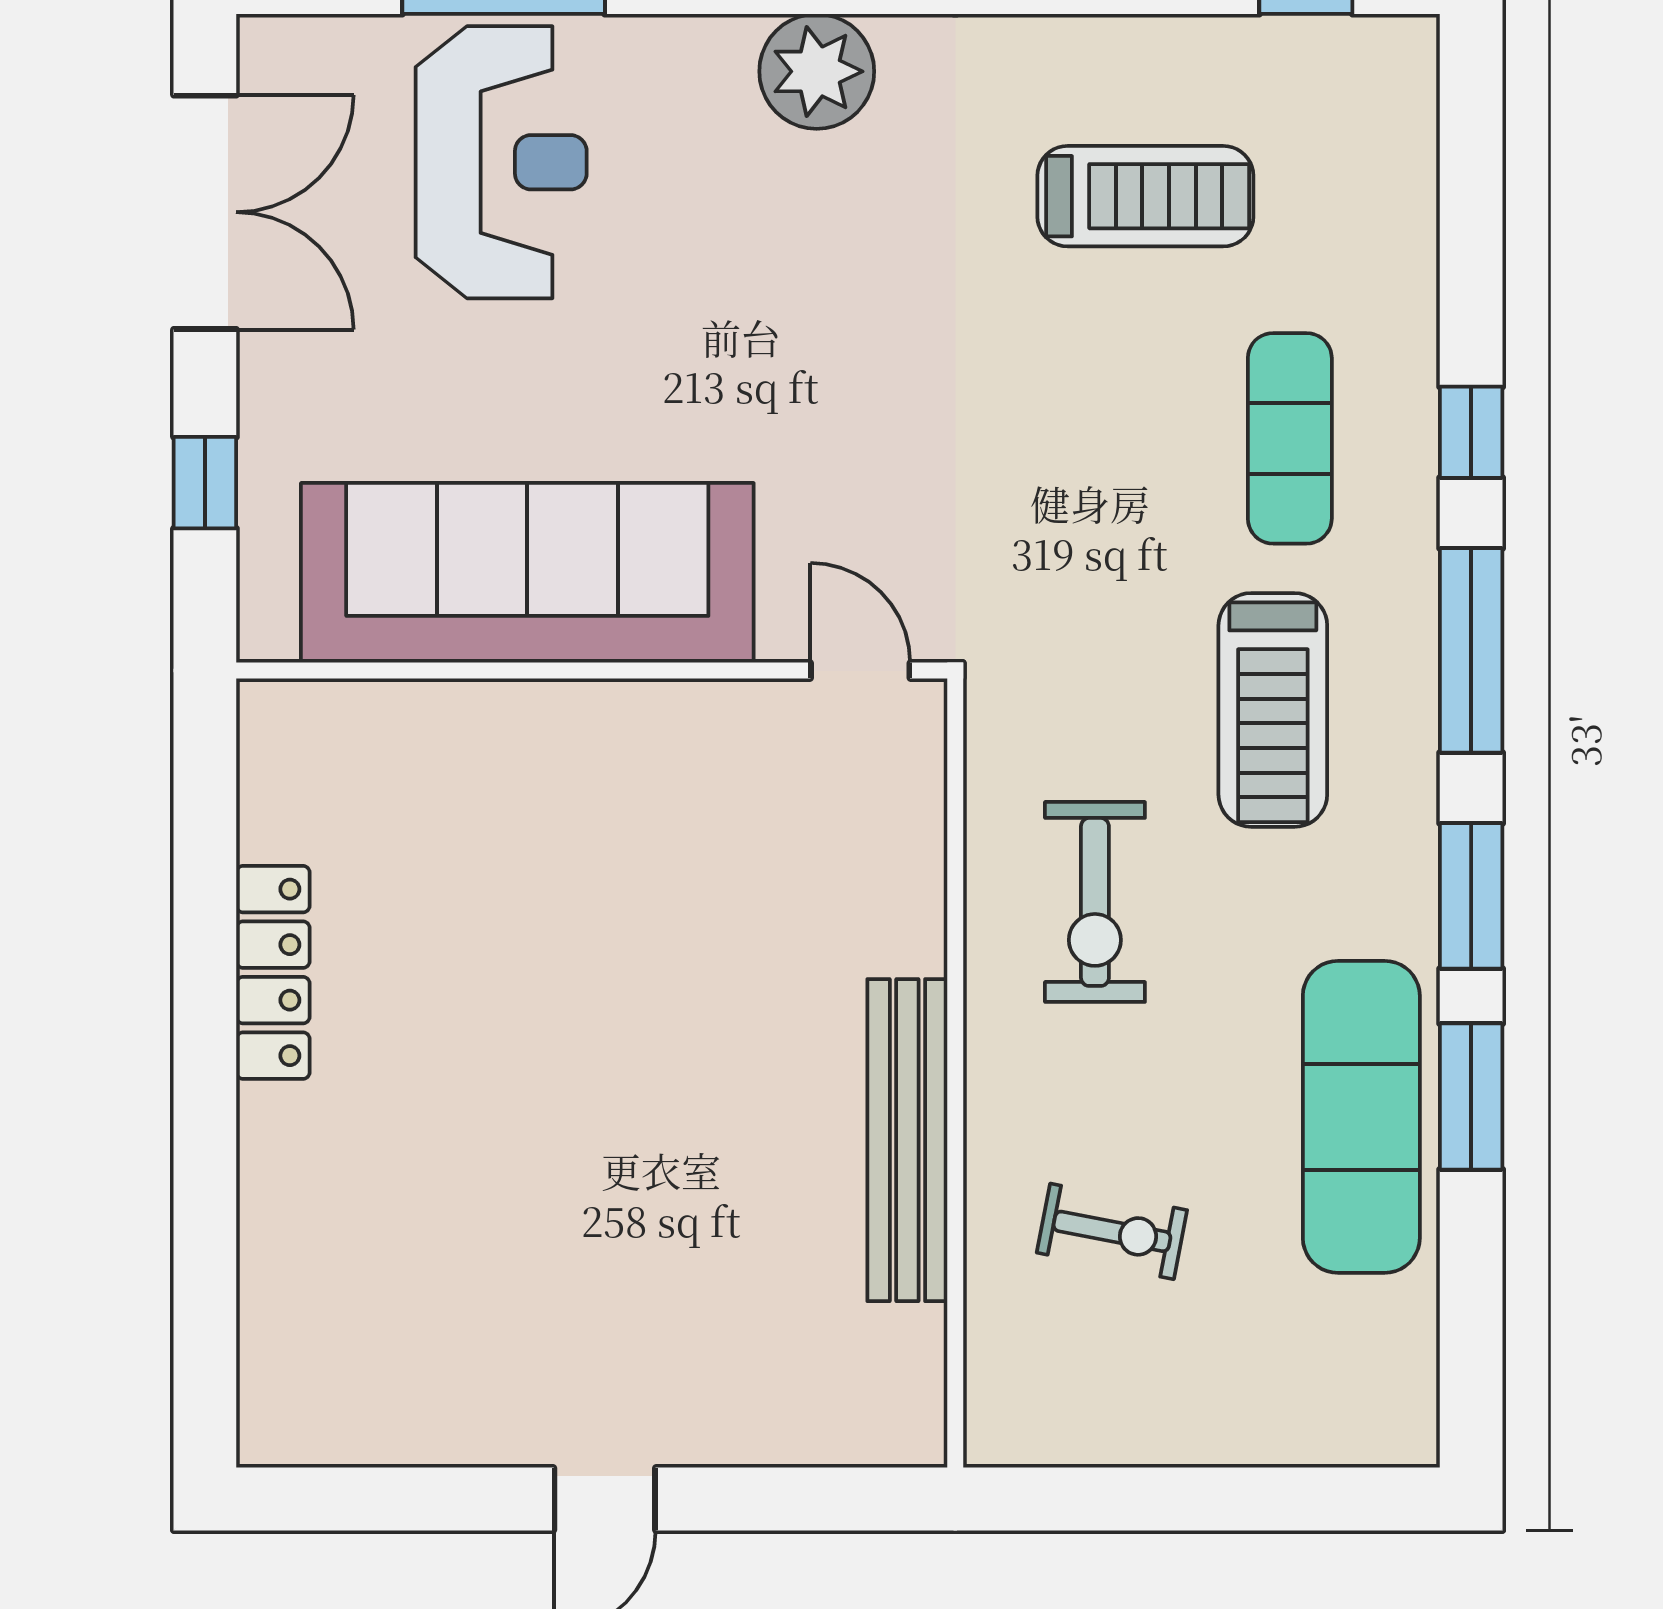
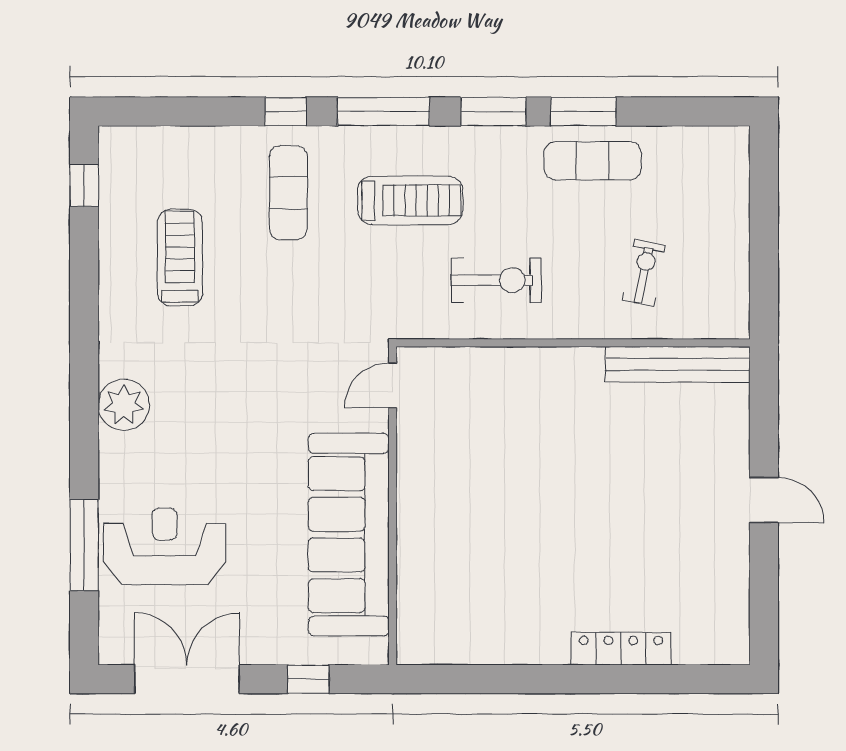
exercise mat: (1290, 438) -> (288, 193), turned 90
locker: (273, 972) -> (621, 649), moved
exercise mat: (1361, 1117) -> (593, 161), width x0.73, depth x0.69
bench: (907, 1140) -> (678, 364), moved

